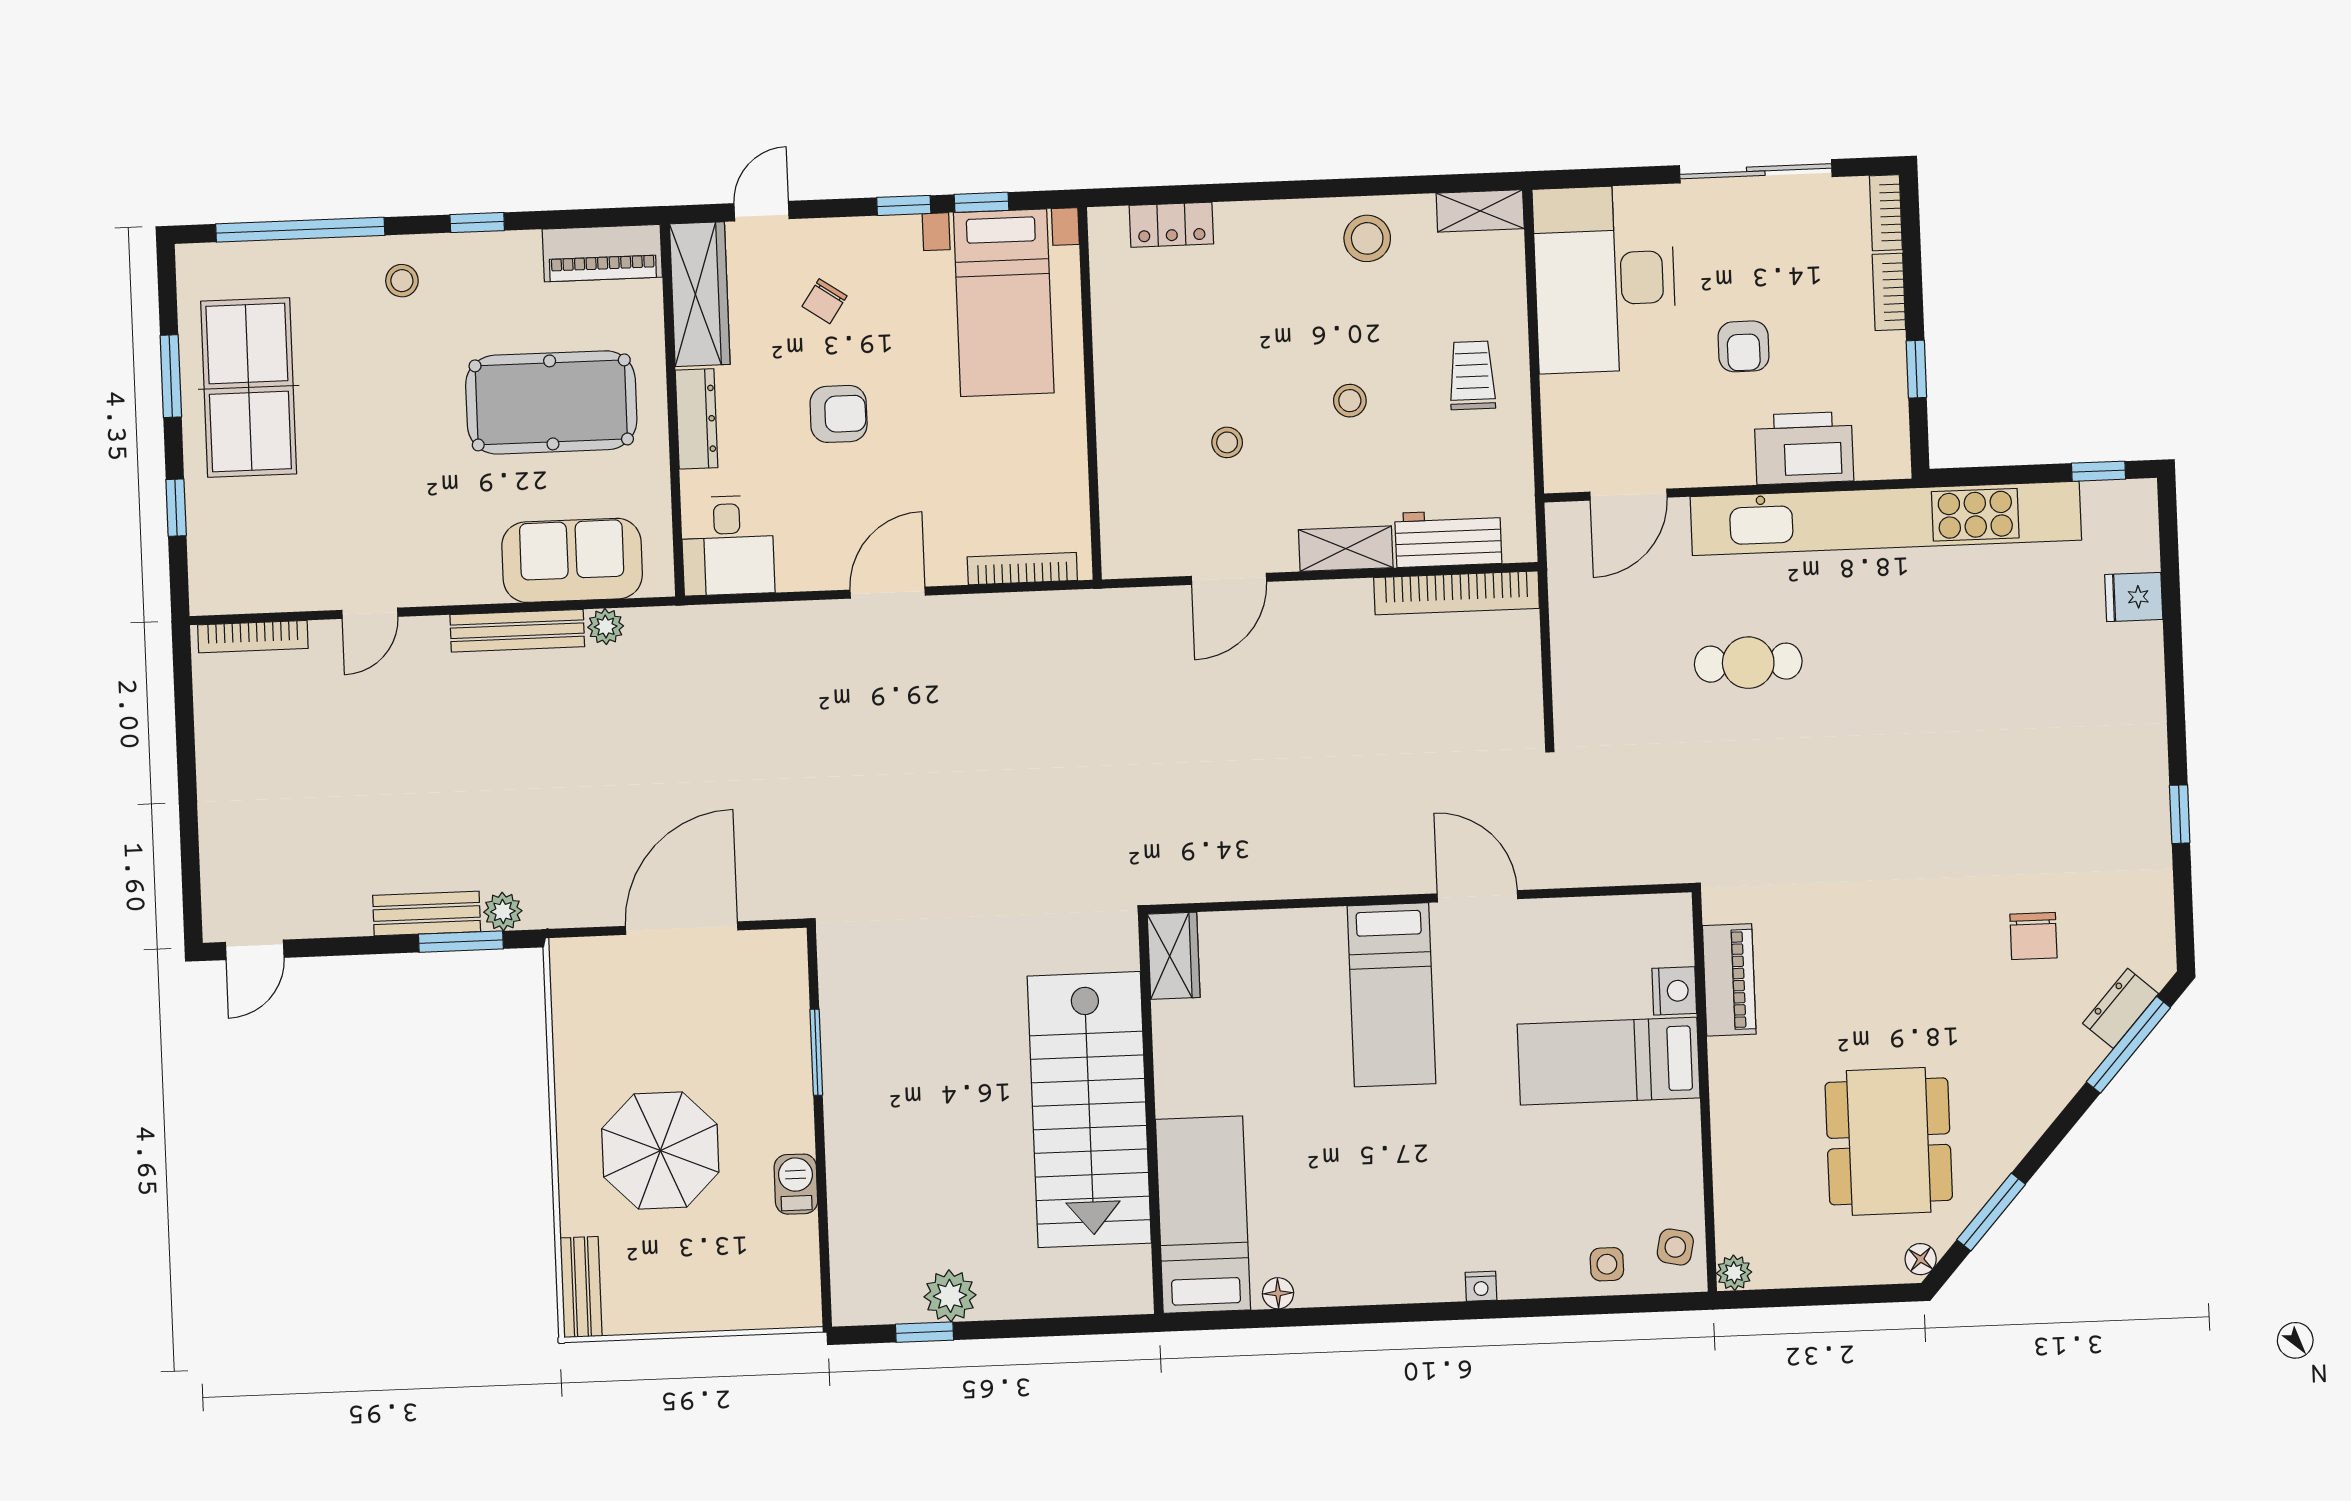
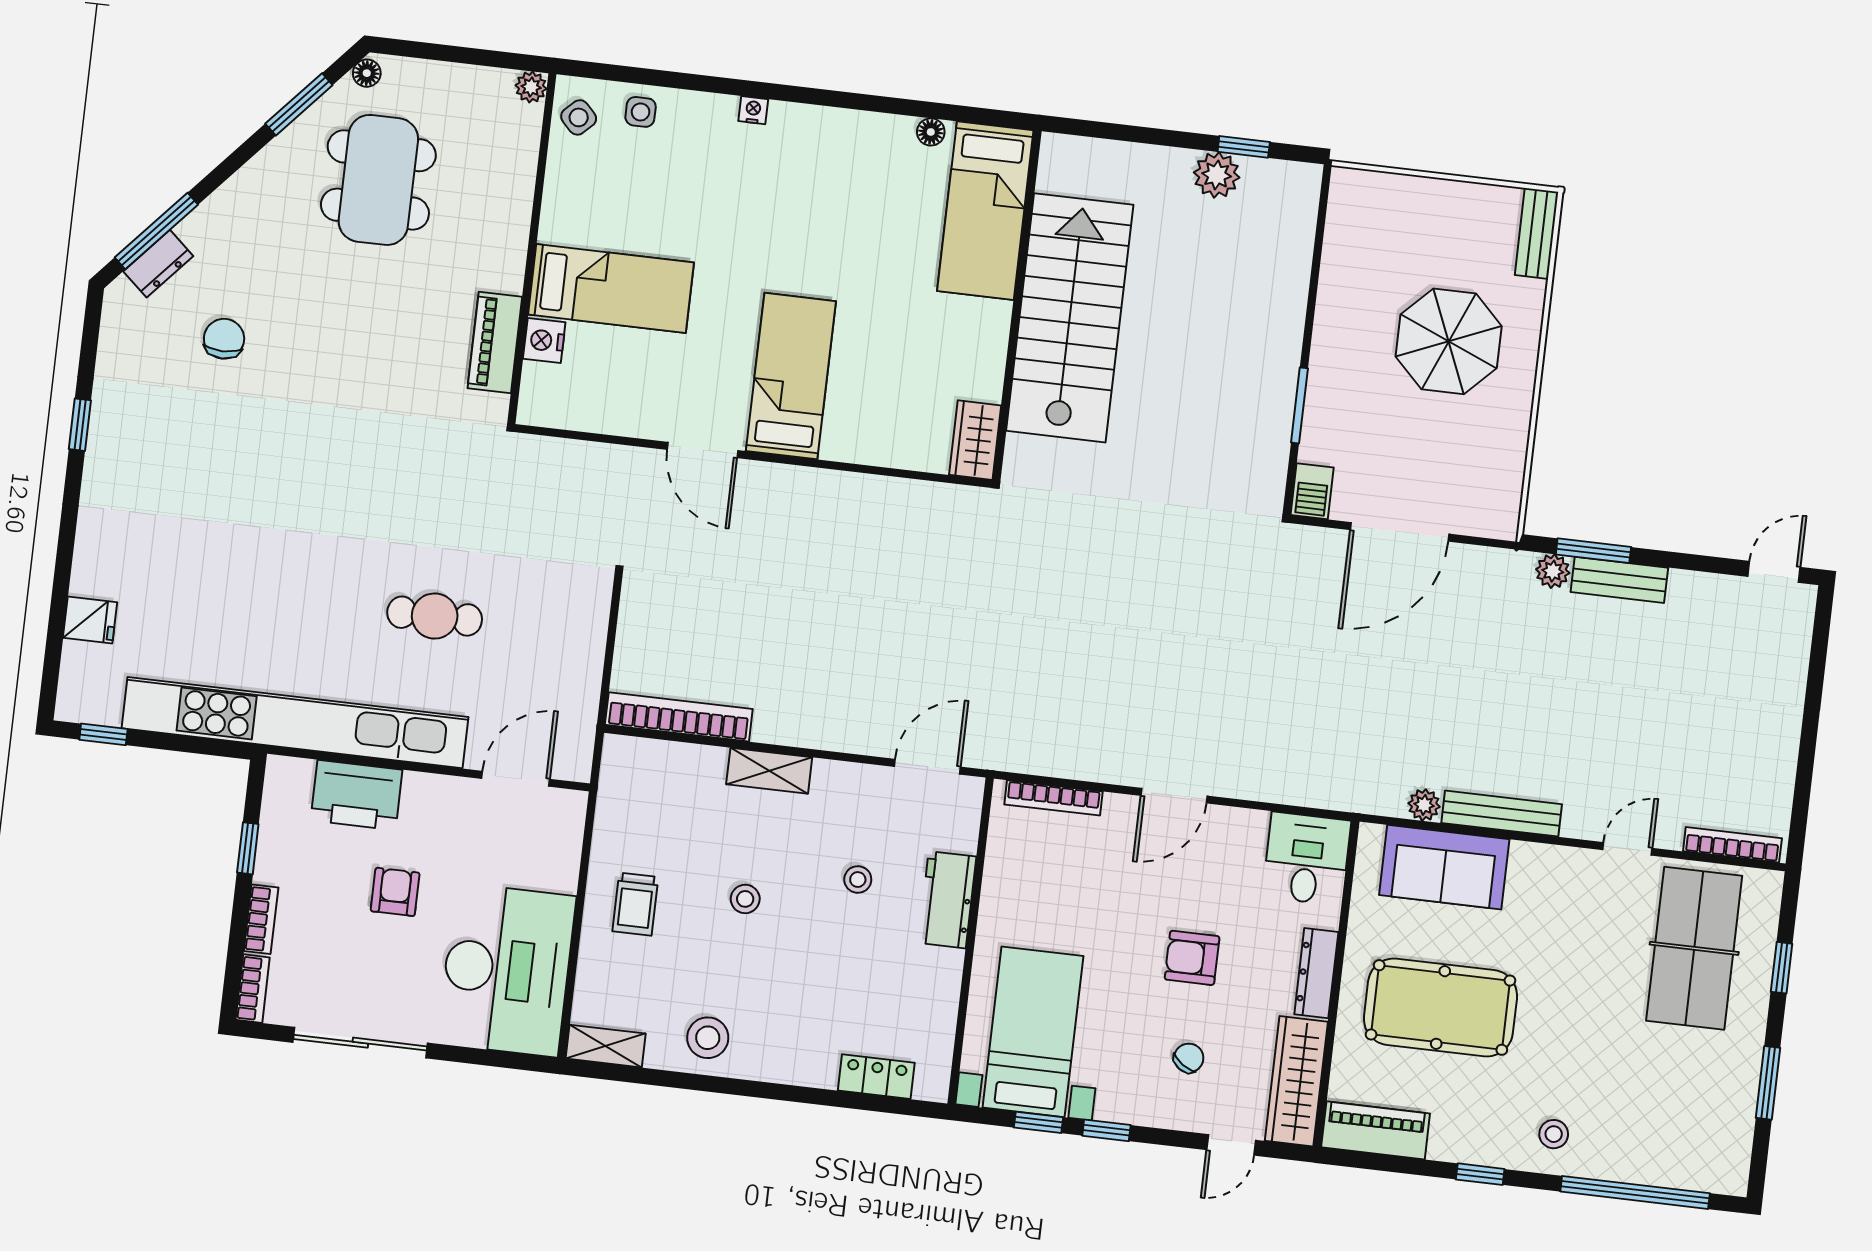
table tennis table: (249, 387) -> (1694, 948), moved
workbench: (1448, 538) -> (947, 900), moved, turned 90
door: (1229, 579) -> (927, 767), moved
barbecue: (796, 1184) -> (1312, 491), moved
side table: (1675, 1247) -> (579, 117), turned 34

